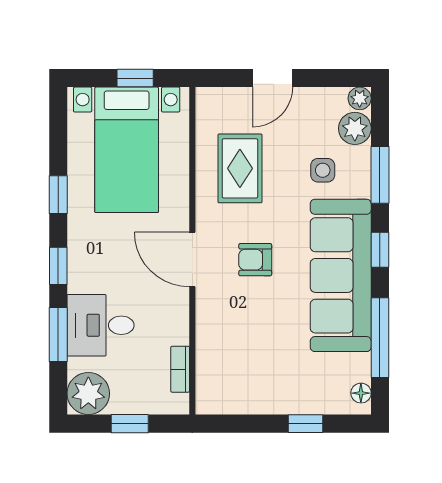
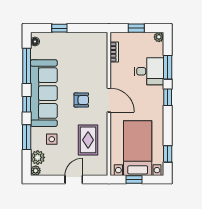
window: (58, 195) -> (168, 154), moved
plant: (88, 394) -> (159, 37), width x0.53, depth x0.53

